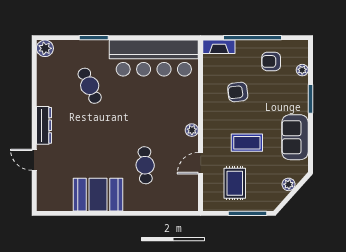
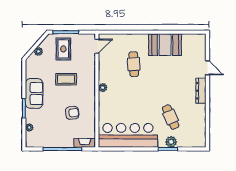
plant: (45, 48) -> (171, 142), moved
armchair: (271, 61) -> (50, 133), removed
sofa: (295, 137) -> (34, 93), moved
door: (201, 163) -> (97, 46), moved
rug: (235, 183) -> (63, 49), moved

